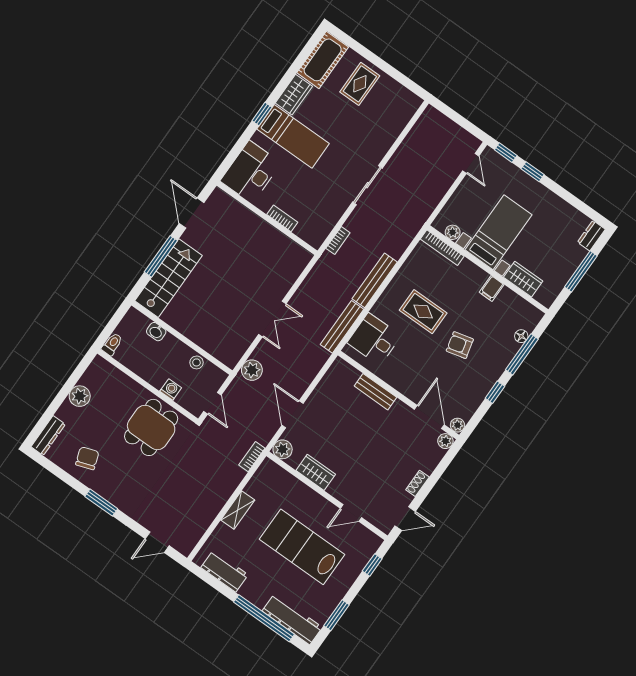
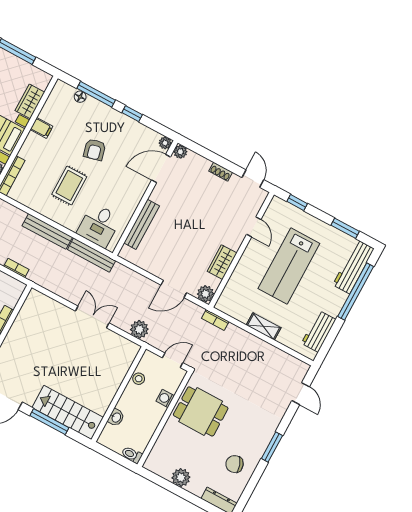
bench: (375, 392) -> (142, 224), width x1.36

